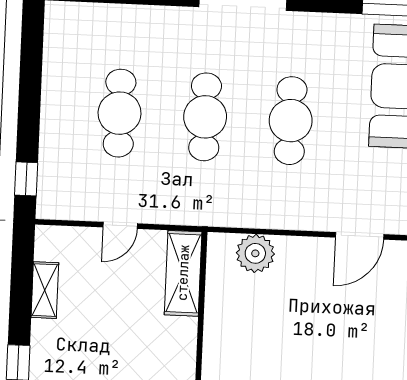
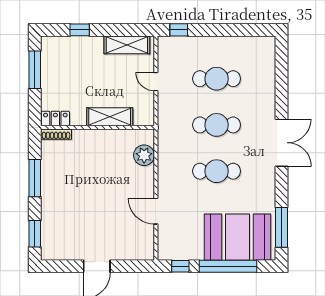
shelving: (183, 273) -> (110, 117), moved
shelving: (45, 290) -> (127, 45), width x1.50, depth x1.33

